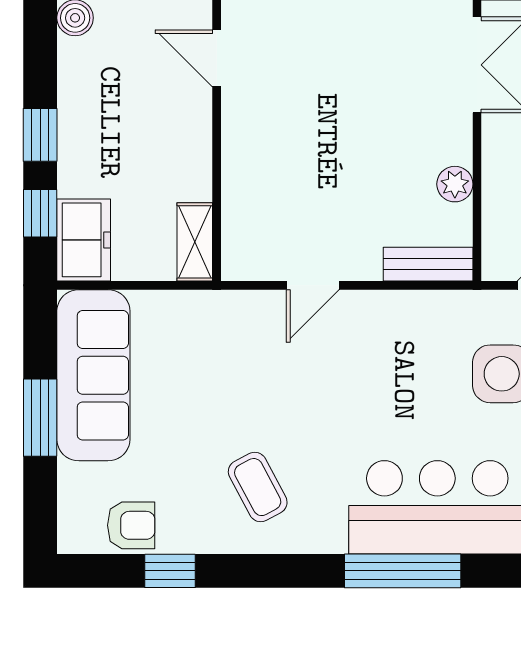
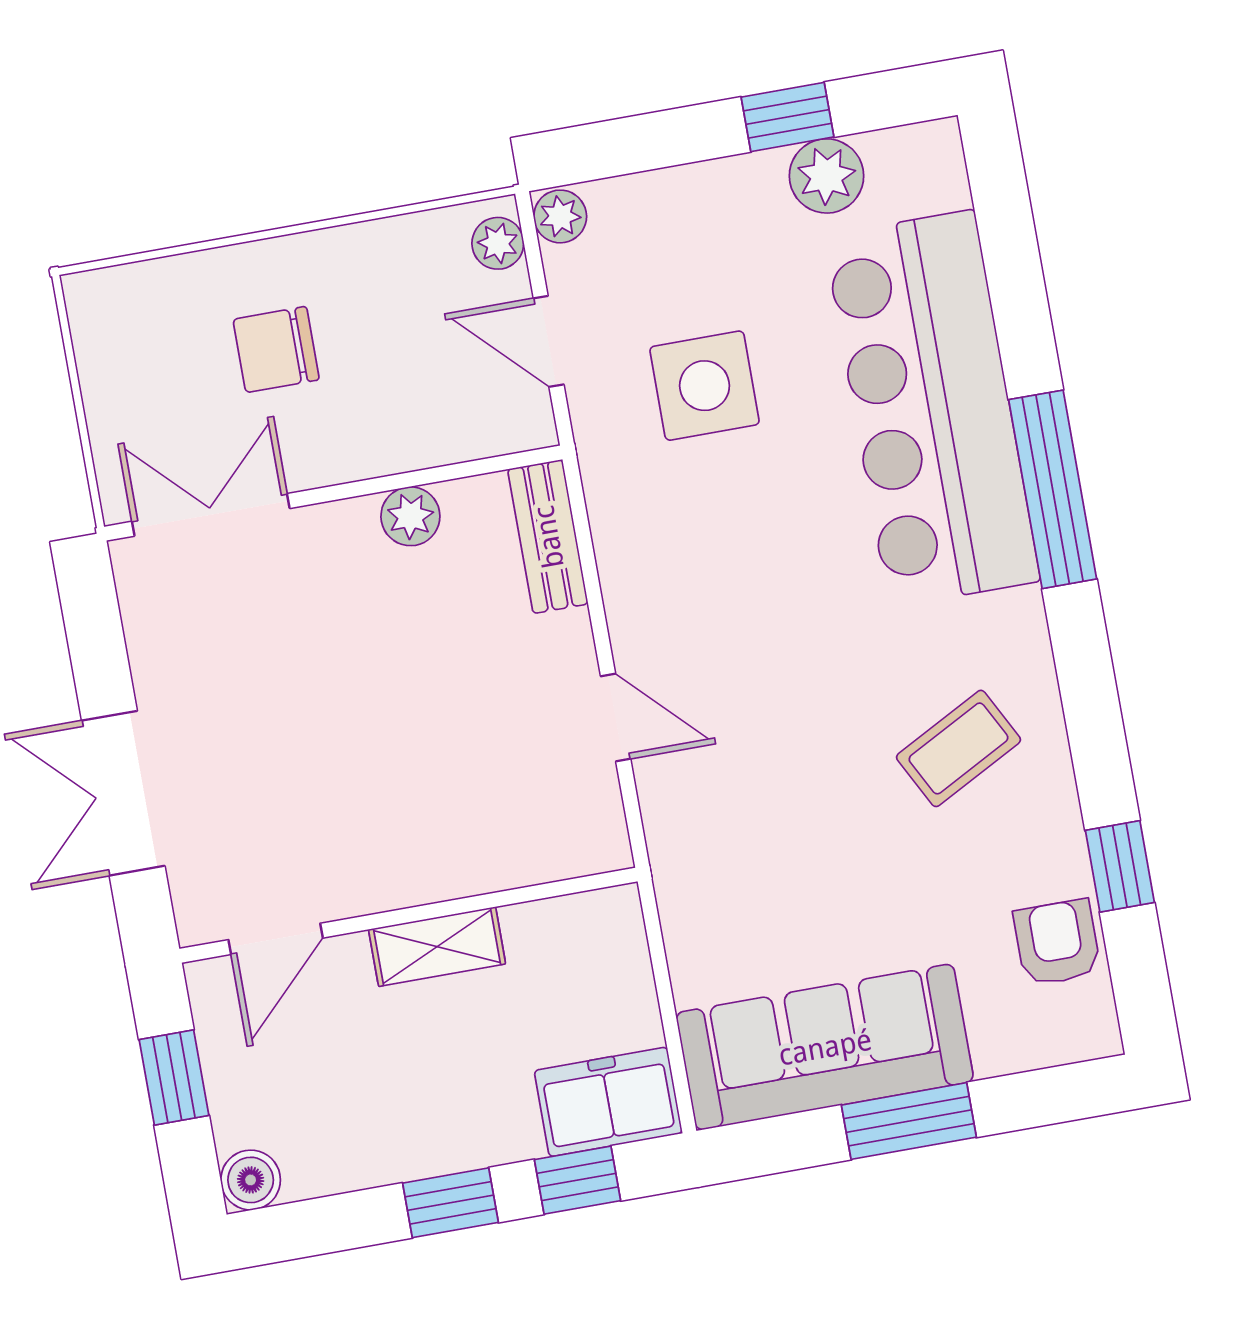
shelving: (195, 242) -> (437, 947), moved

